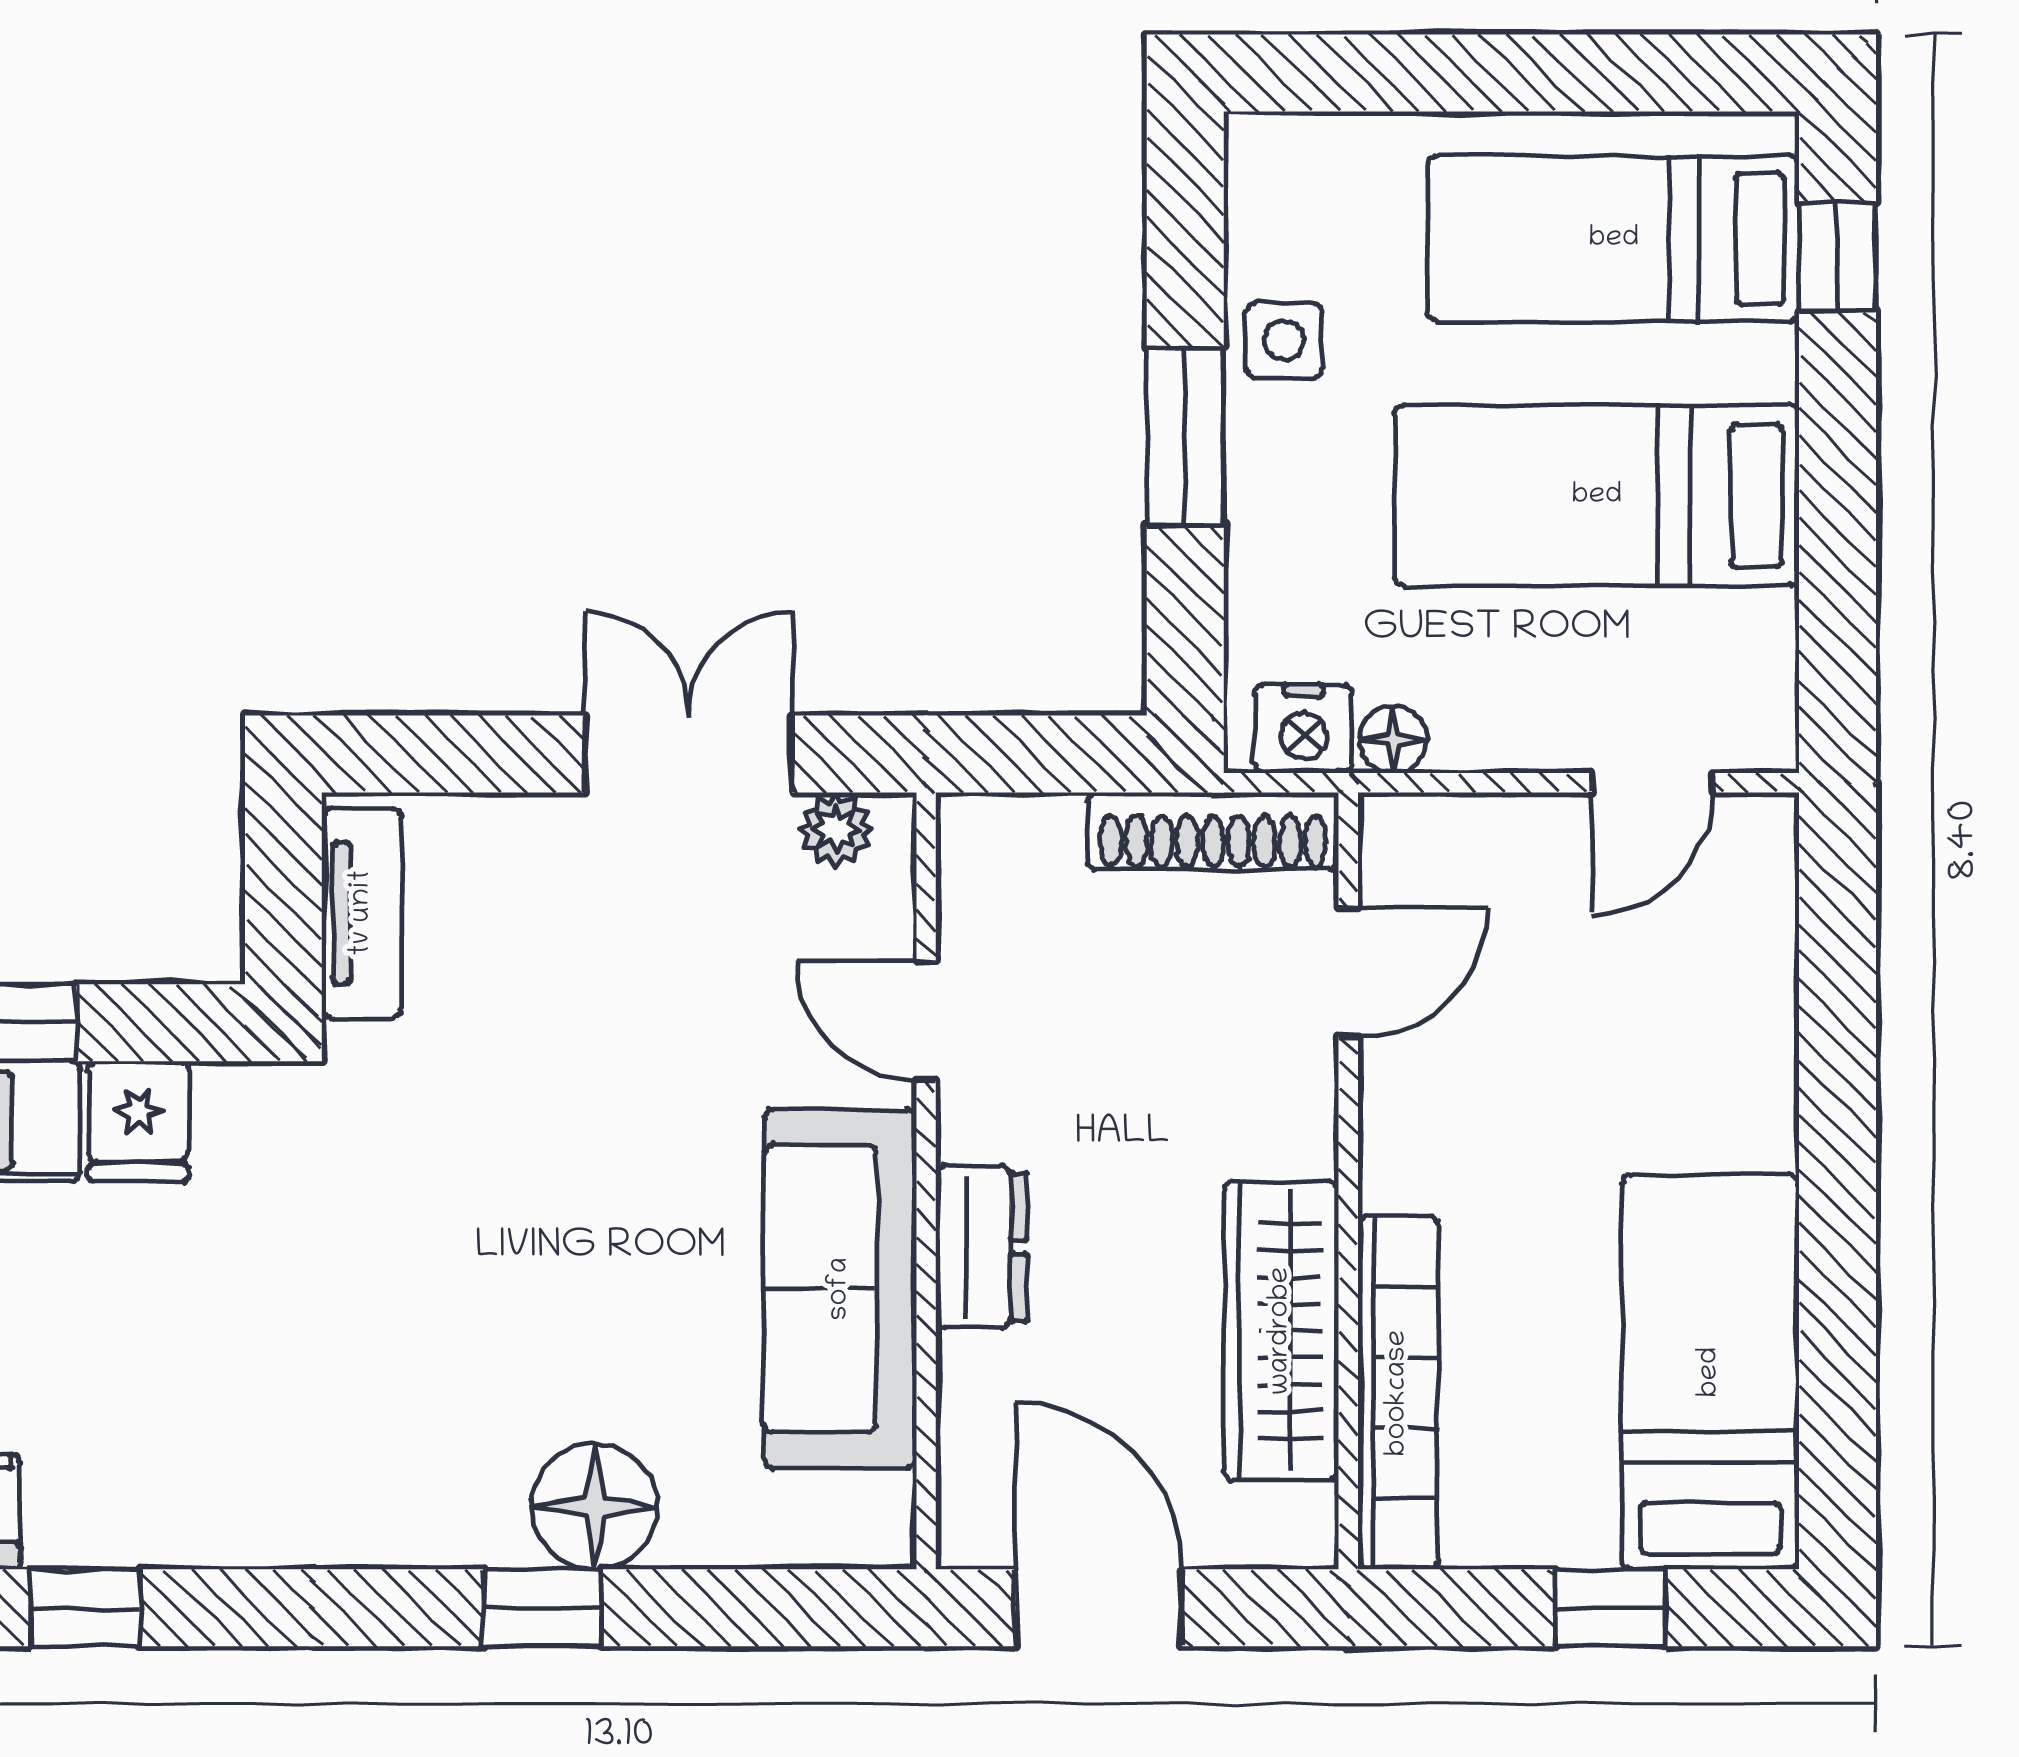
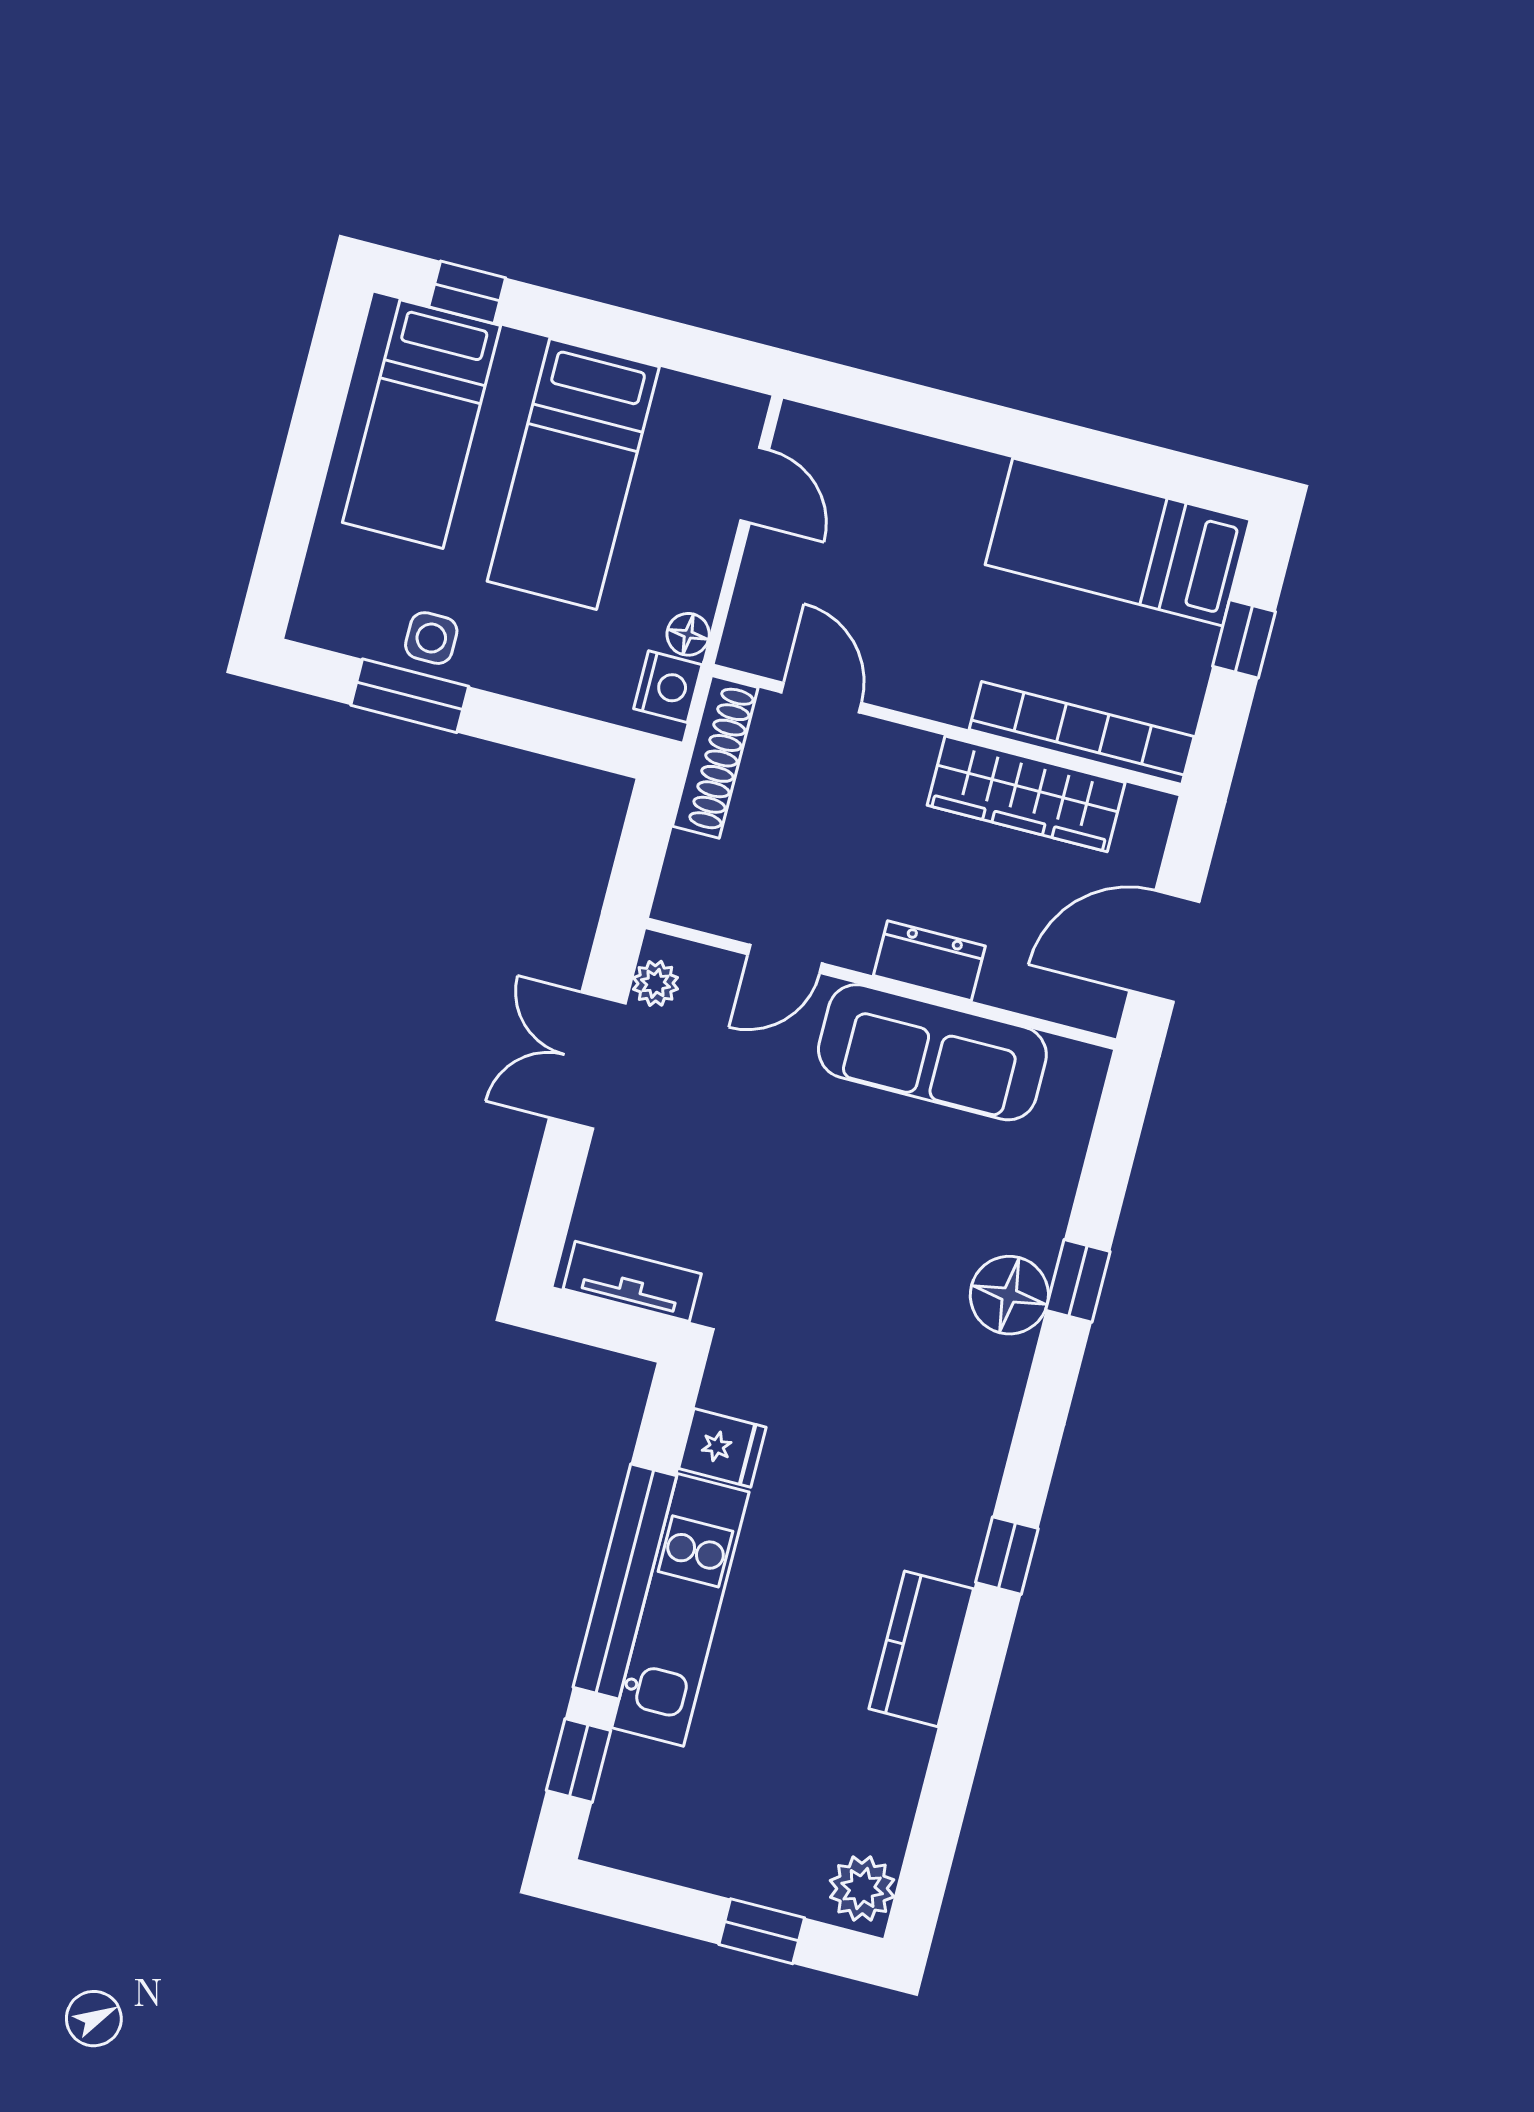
window: (1185, 437) -> (410, 696), moved
floor lamp: (595, 1507) -> (1009, 1295), moved

